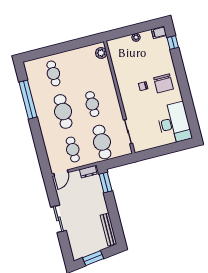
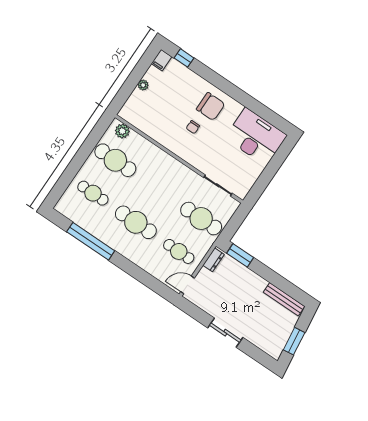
cafe table: (92, 104) -> (115, 160), moved, width x1.37, depth x1.35
door: (61, 173) -> (188, 285), swing flipped

